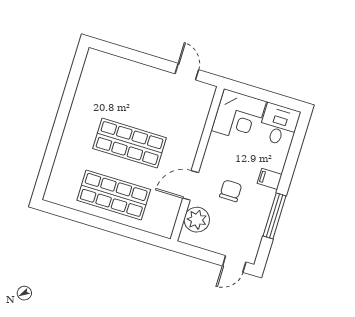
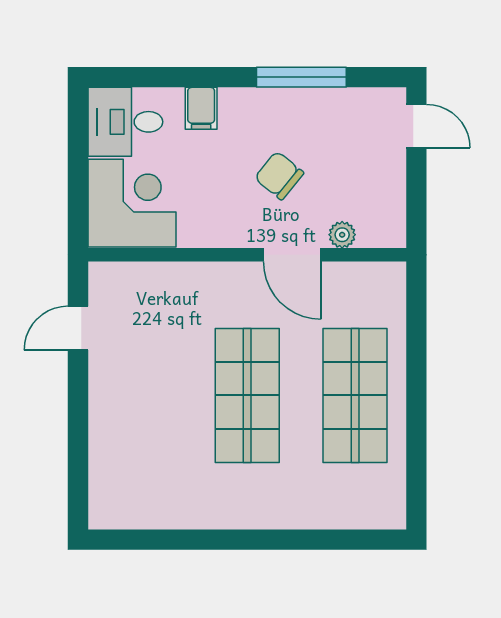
filing cabinet: (270, 179) -> (201, 108), moved
chair: (231, 191) -> (279, 175), turned 39
plant: (197, 220) -> (342, 235), width x0.53, depth x0.53

